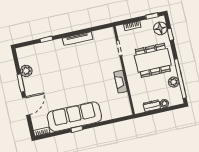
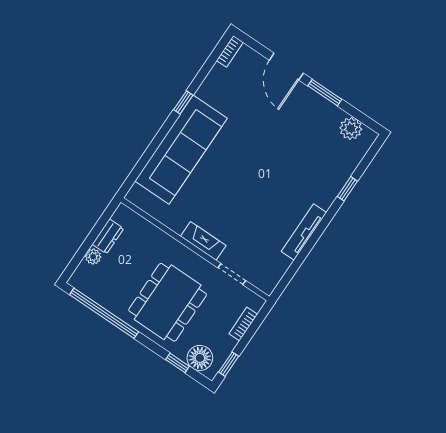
plant: (26, 71) -> (351, 128), moved
fireplace: (121, 82) -> (203, 241), moved
plant: (174, 82) -> (109, 299), removed
sofa: (74, 117) -> (181, 150), moved

